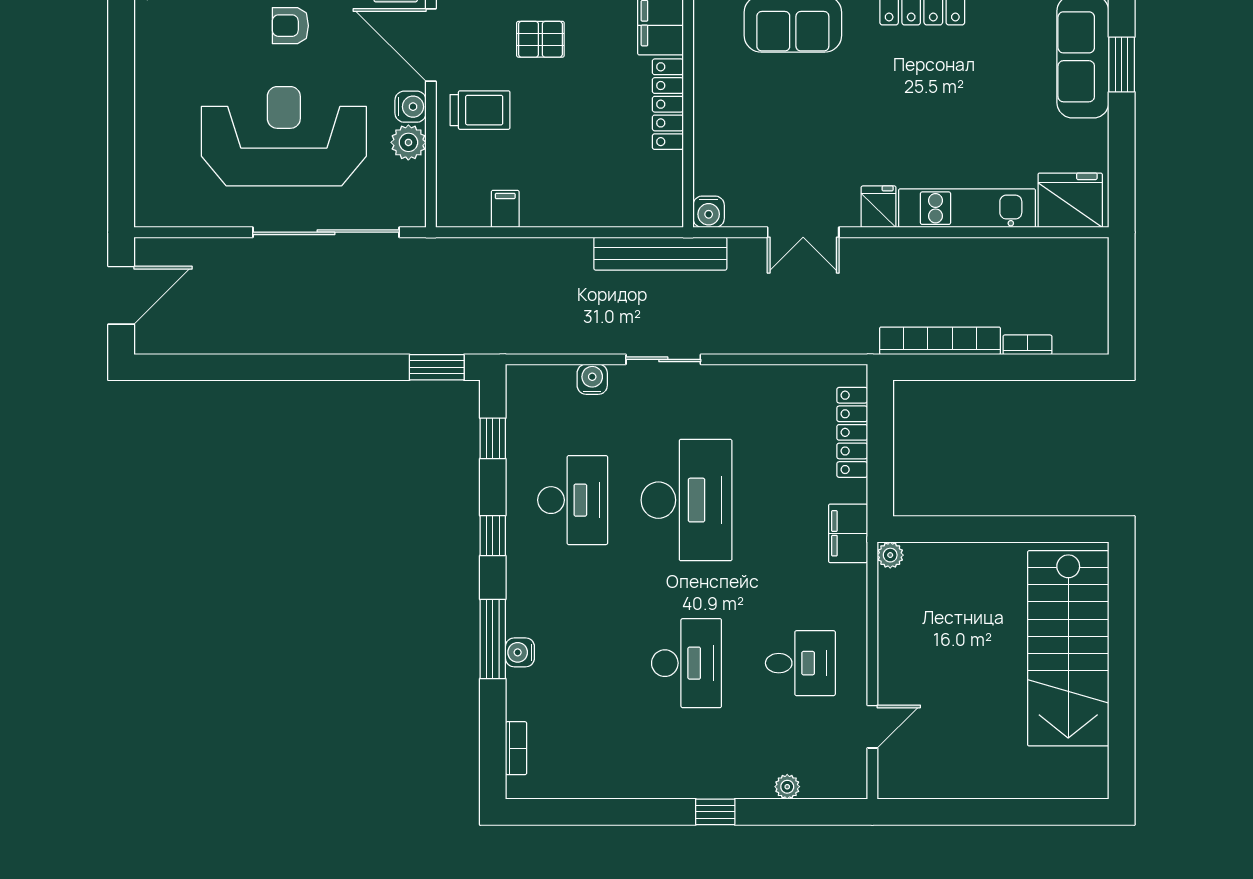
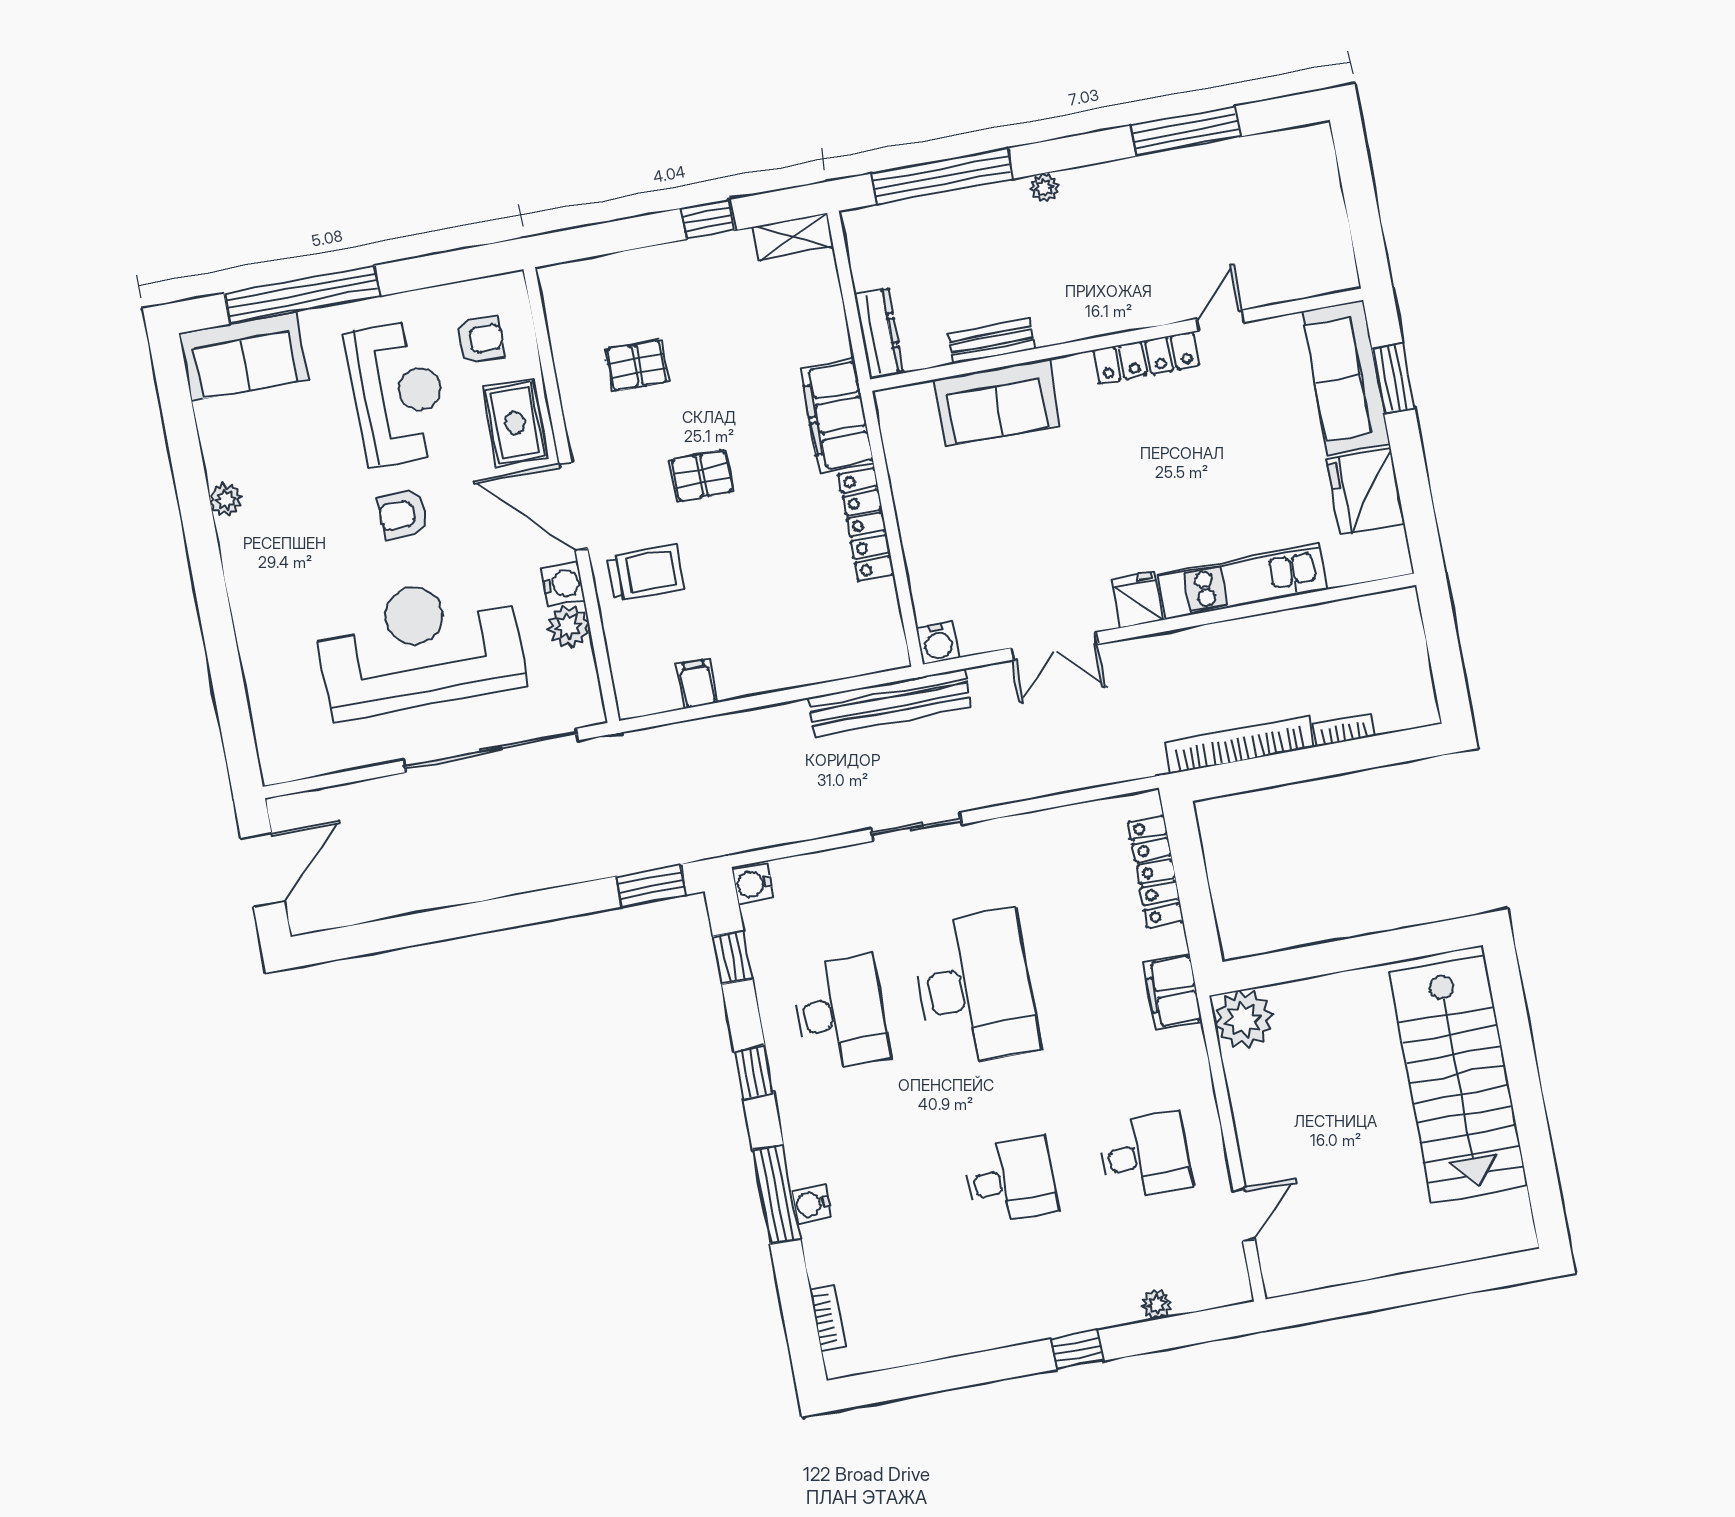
fridge: (1070, 200) -> (1366, 491), moved, turned -90
water cooler: (592, 379) -> (753, 884), moved, turned -90
plant: (890, 555) -> (1244, 1019), width x1.87, depth x1.87
desk: (687, 663) -> (1011, 1180), width x0.73

